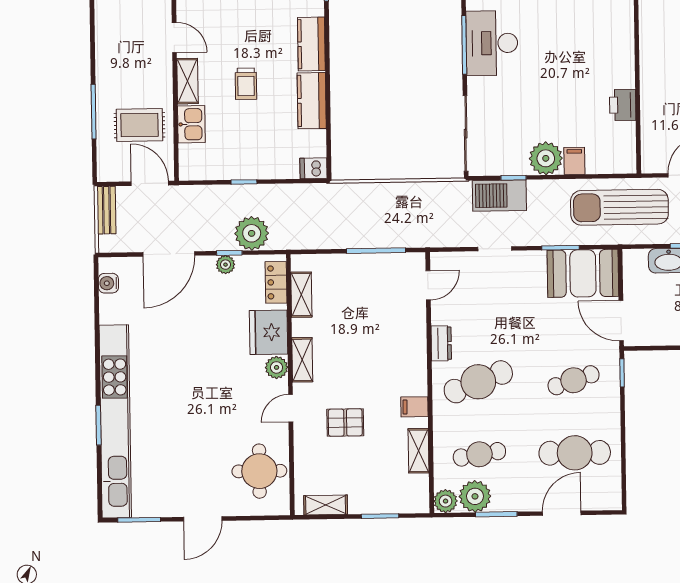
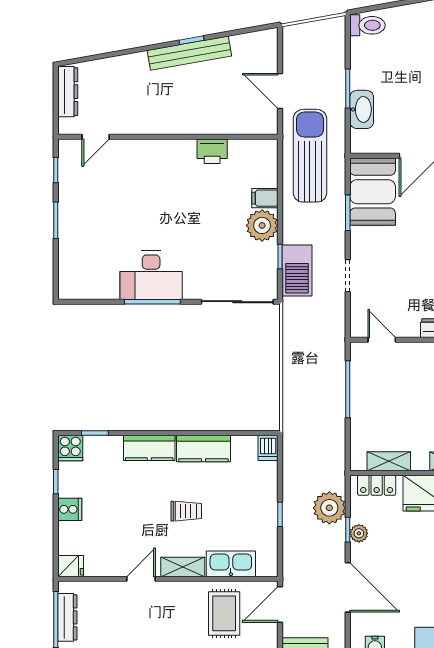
kitchen sink: (191, 124) -> (231, 564), width x1.38
sun lounger: (619, 207) -> (310, 156), turned 180

